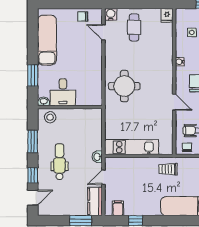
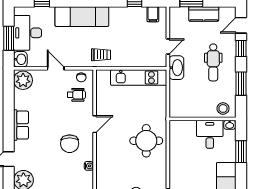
door: (174, 102) -> (95, 124), swing flipped
washbasin: (97, 157) -> (176, 68), width x1.91, depth x1.45
kitchen counter: (95, 201) -> (204, 14), moved, turned 90

